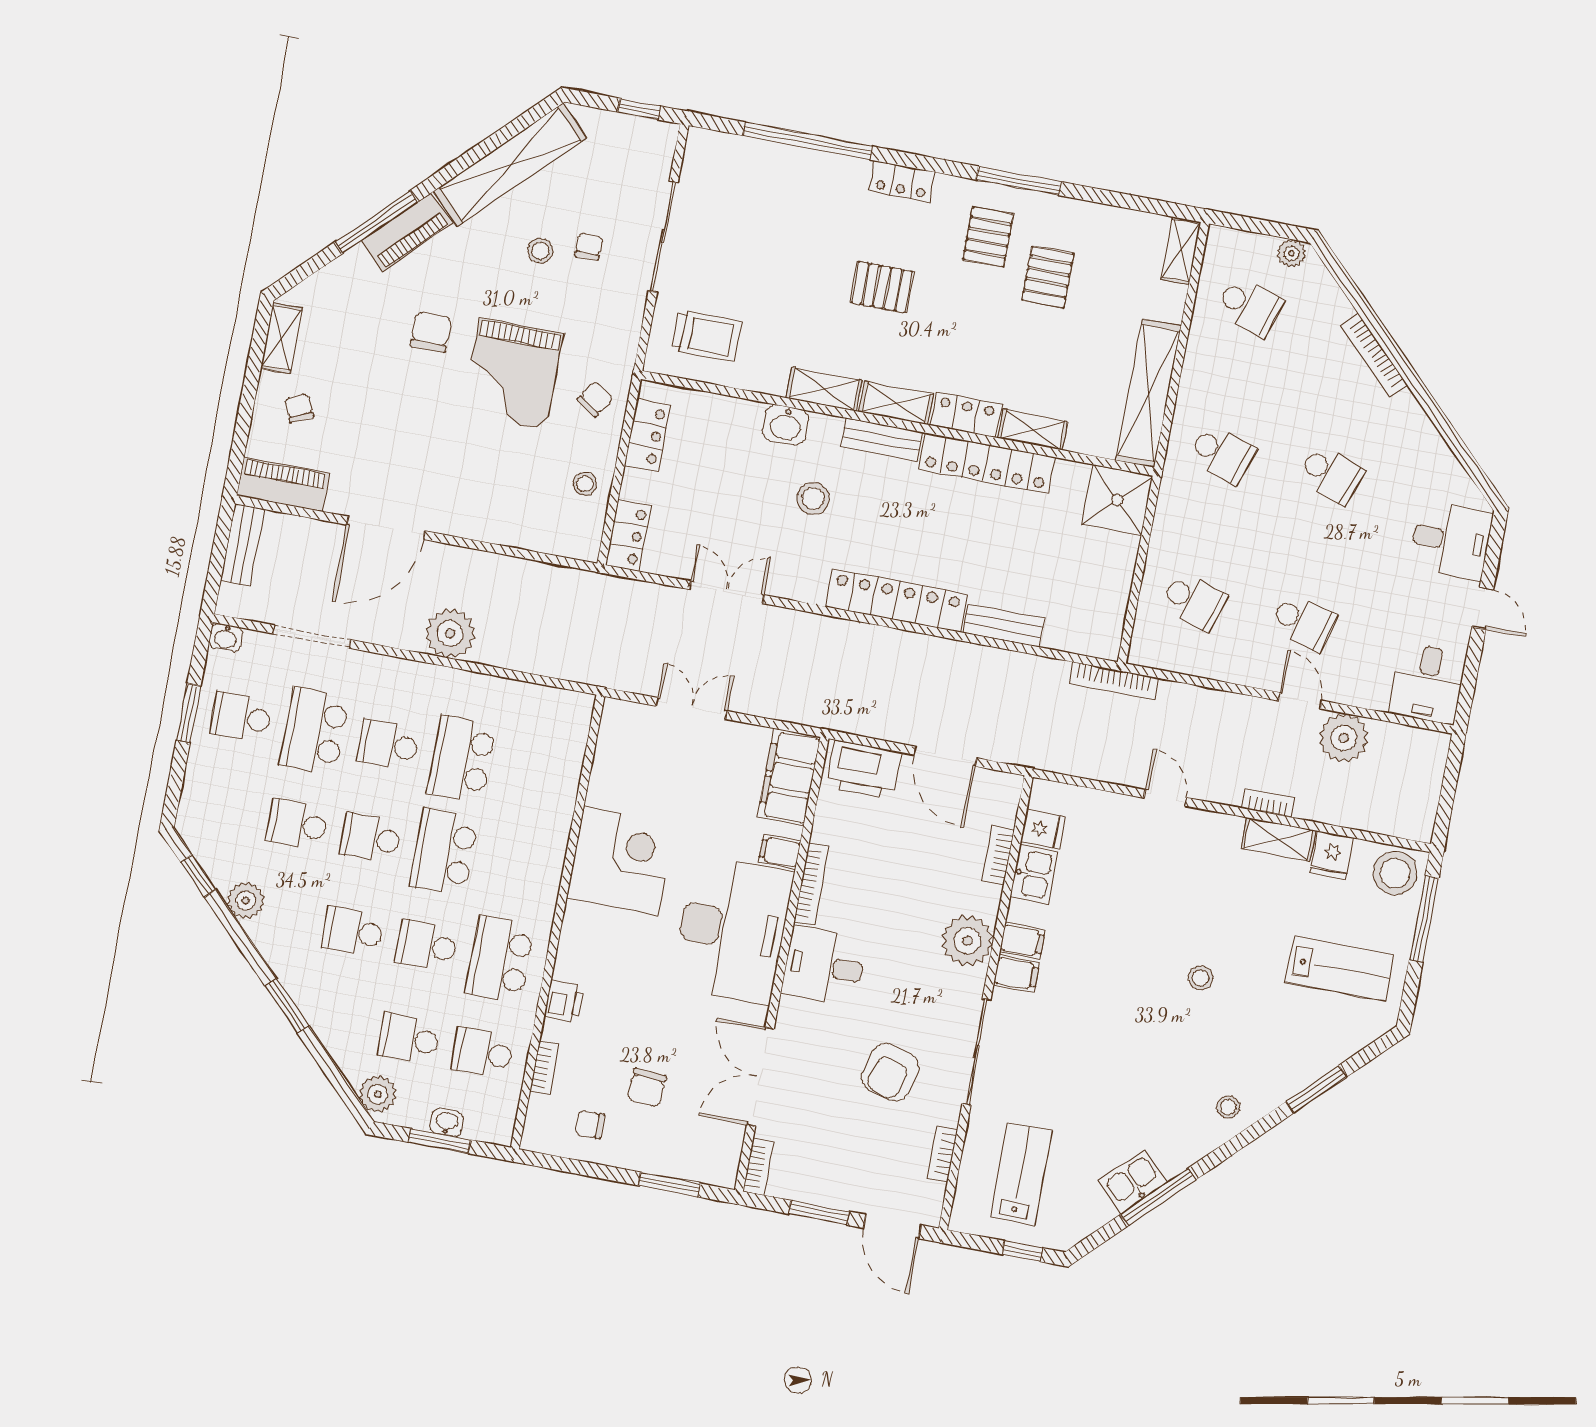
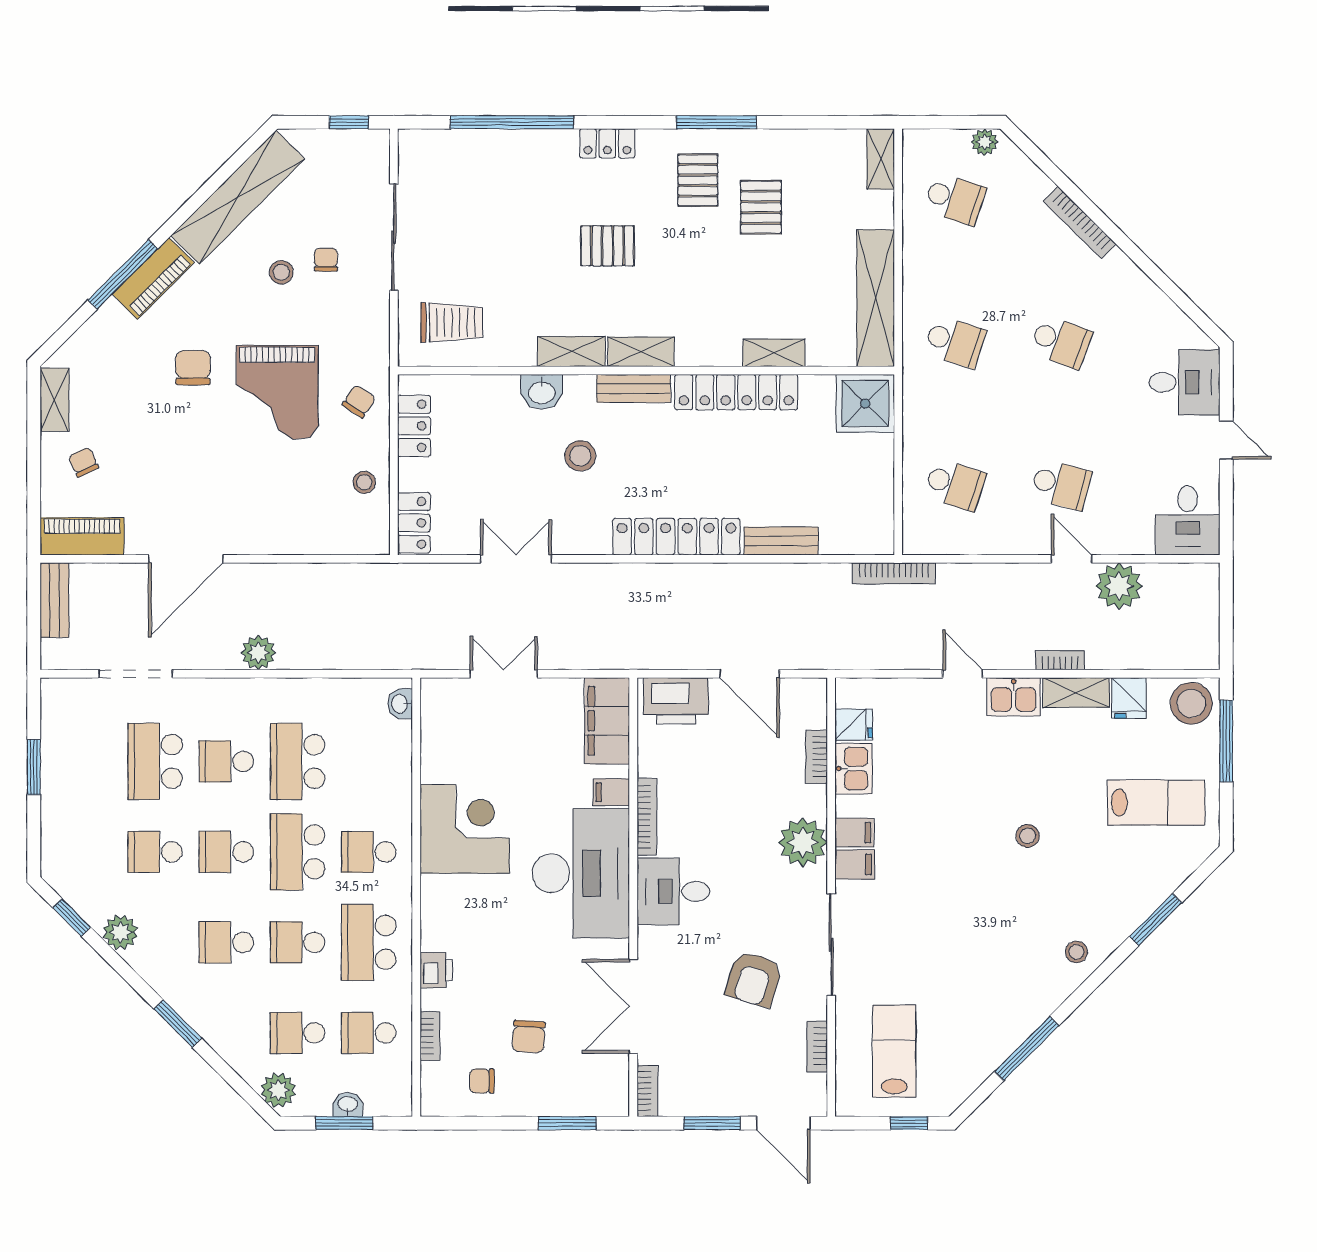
locker: (966, 415) -> (708, 351), removed
plant: (450, 633) -> (258, 653), width x0.73, depth x0.73
washbasin: (226, 638) -> (400, 704), moved, turned 90
school desk: (241, 717) -> (369, 852), moved
kitchen sink: (1133, 1182) -> (1014, 697), moved, turned -135

